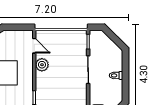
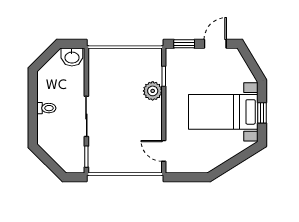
plant: (42, 65) -> (153, 91), moved

